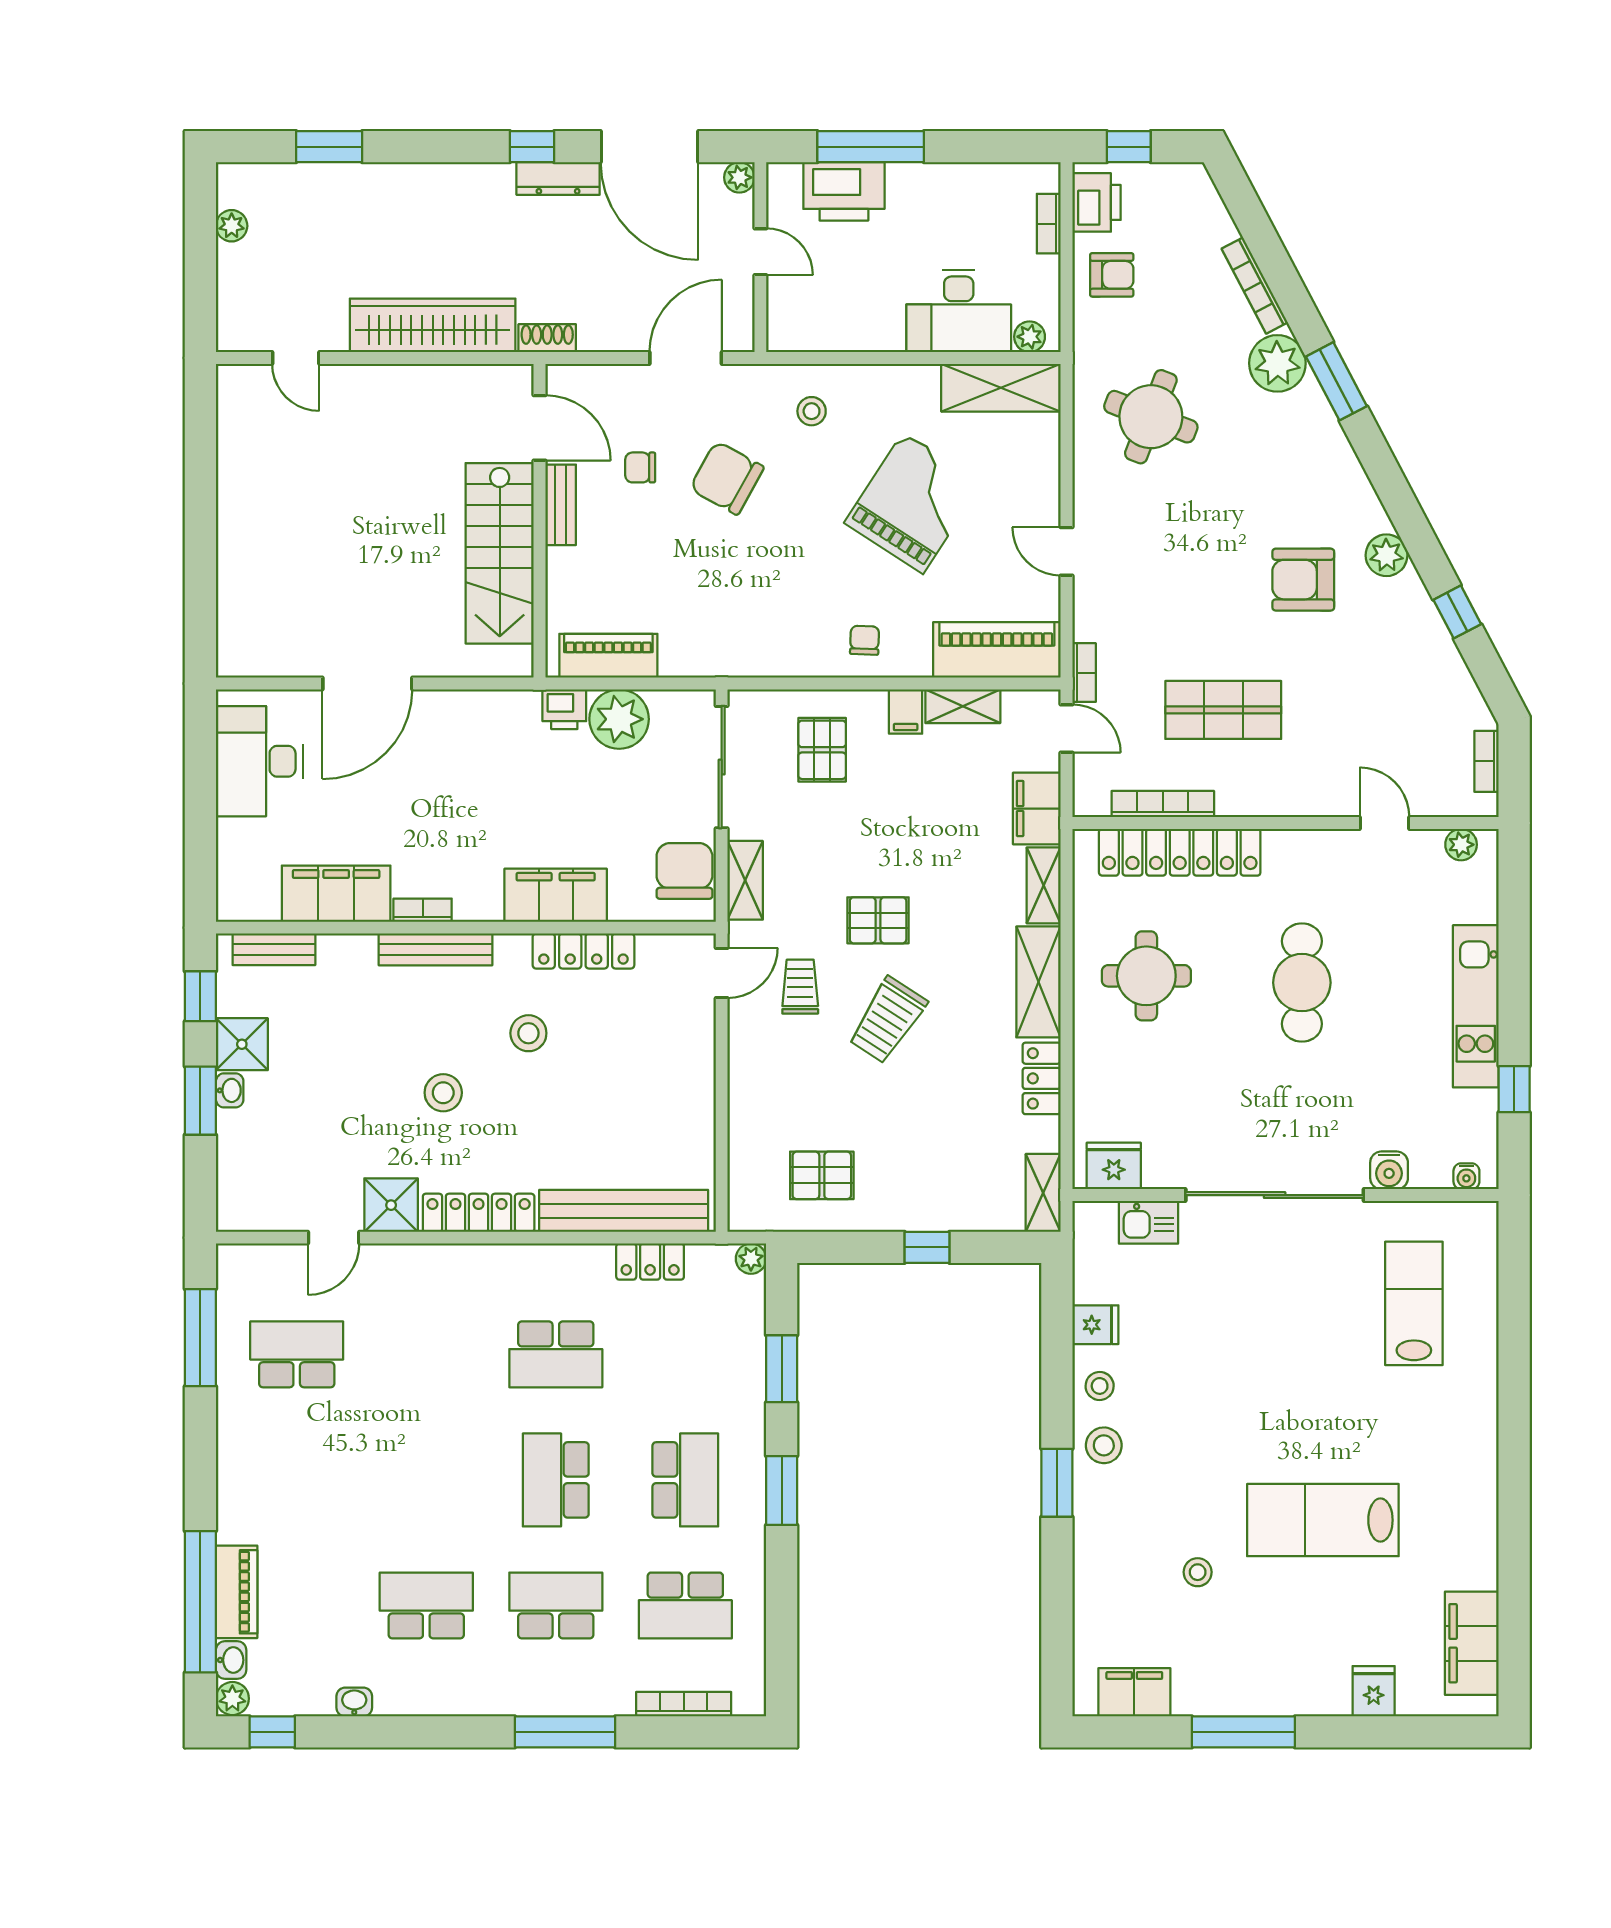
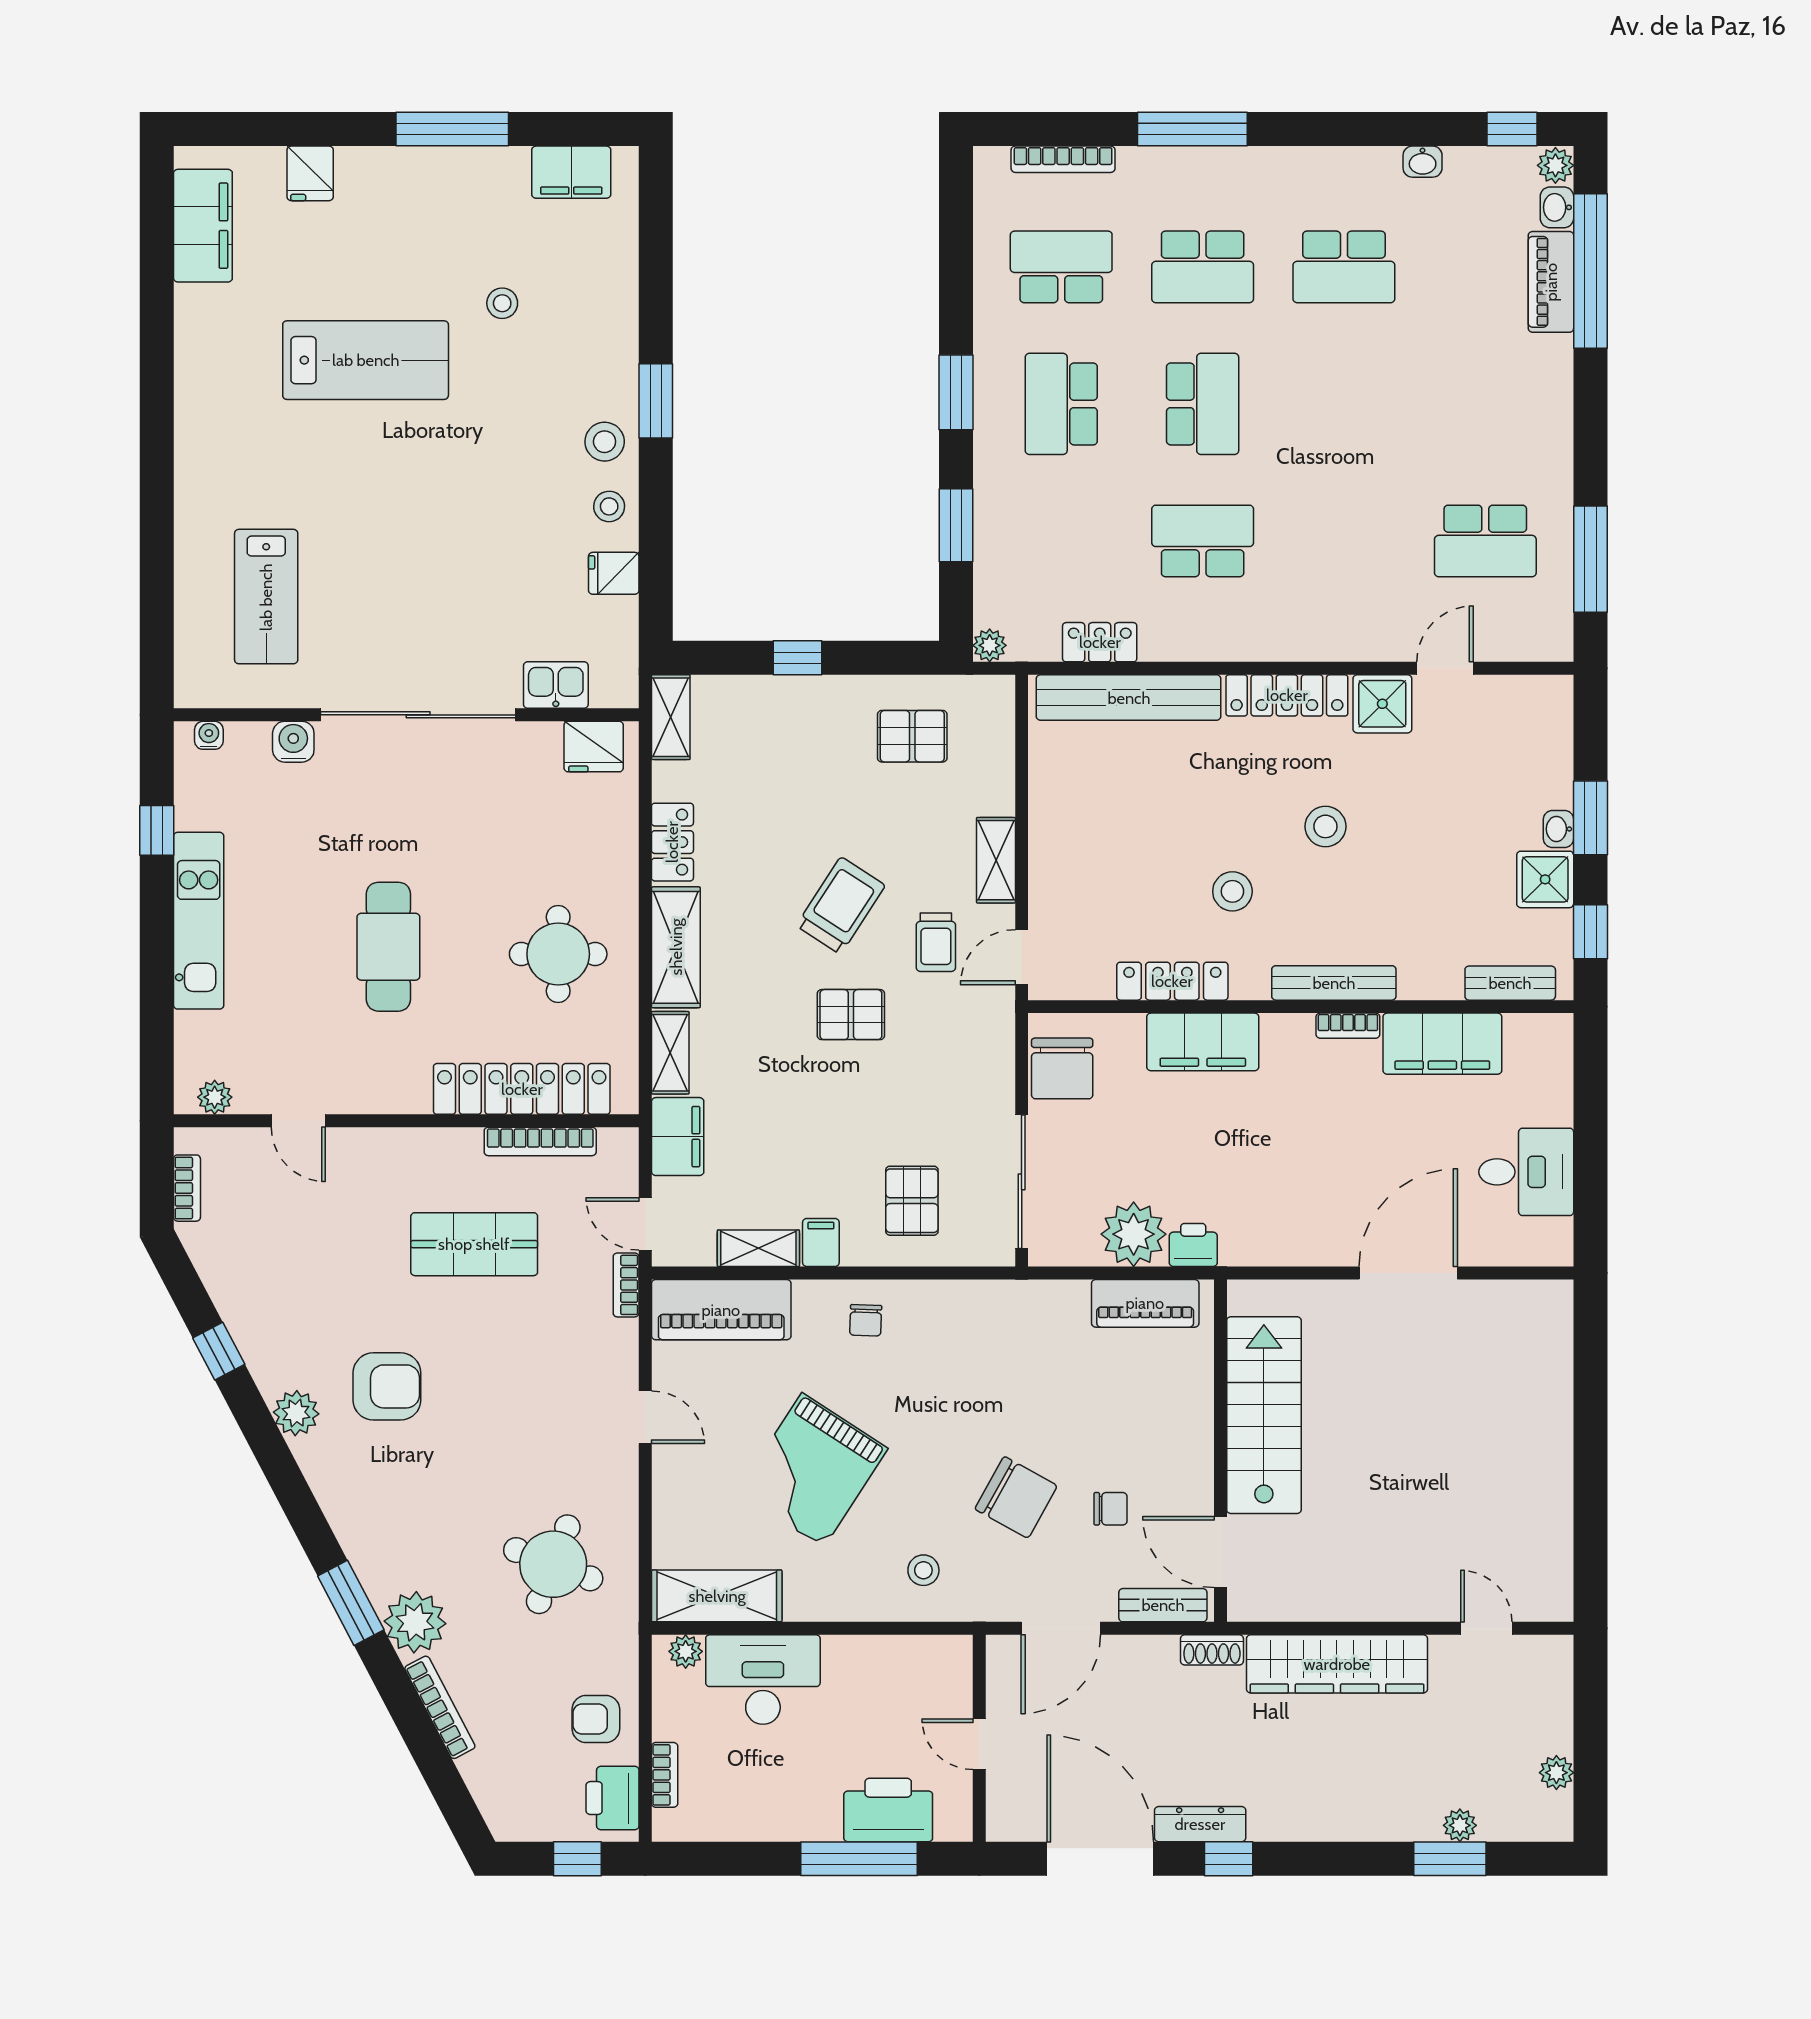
plant: (739, 177) -> (1460, 1825), moved
bench: (561, 505) -> (1163, 1605), moved, turned 90
desk: (259, 761) -> (1526, 1172), width x0.73
shelving: (745, 880) -> (996, 860), moved

